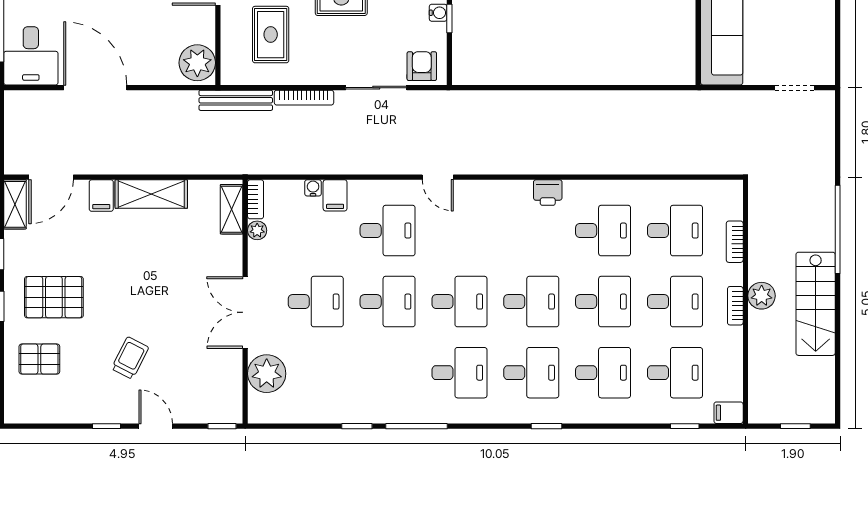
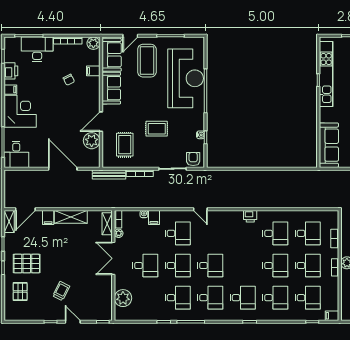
plant: (197, 63) -> (92, 141), moved
door: (95, 88) -> (63, 169), moved
desk: (531, 302) -> (178, 298), moved
double door: (245, 312) -> (113, 258), moved
pallet: (39, 359) -> (20, 291), turned 90

